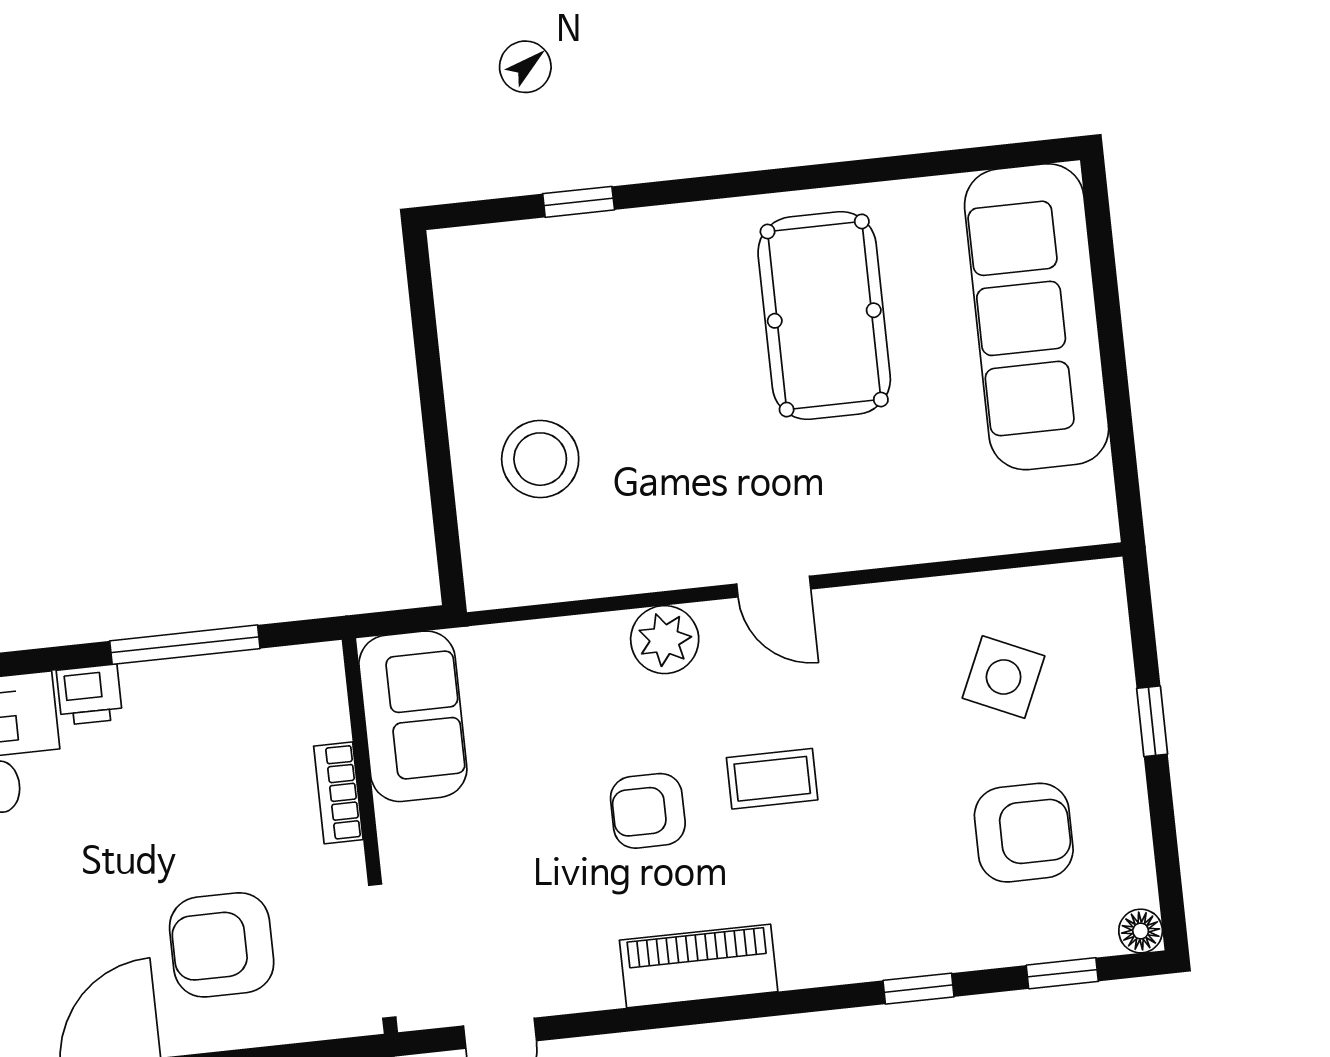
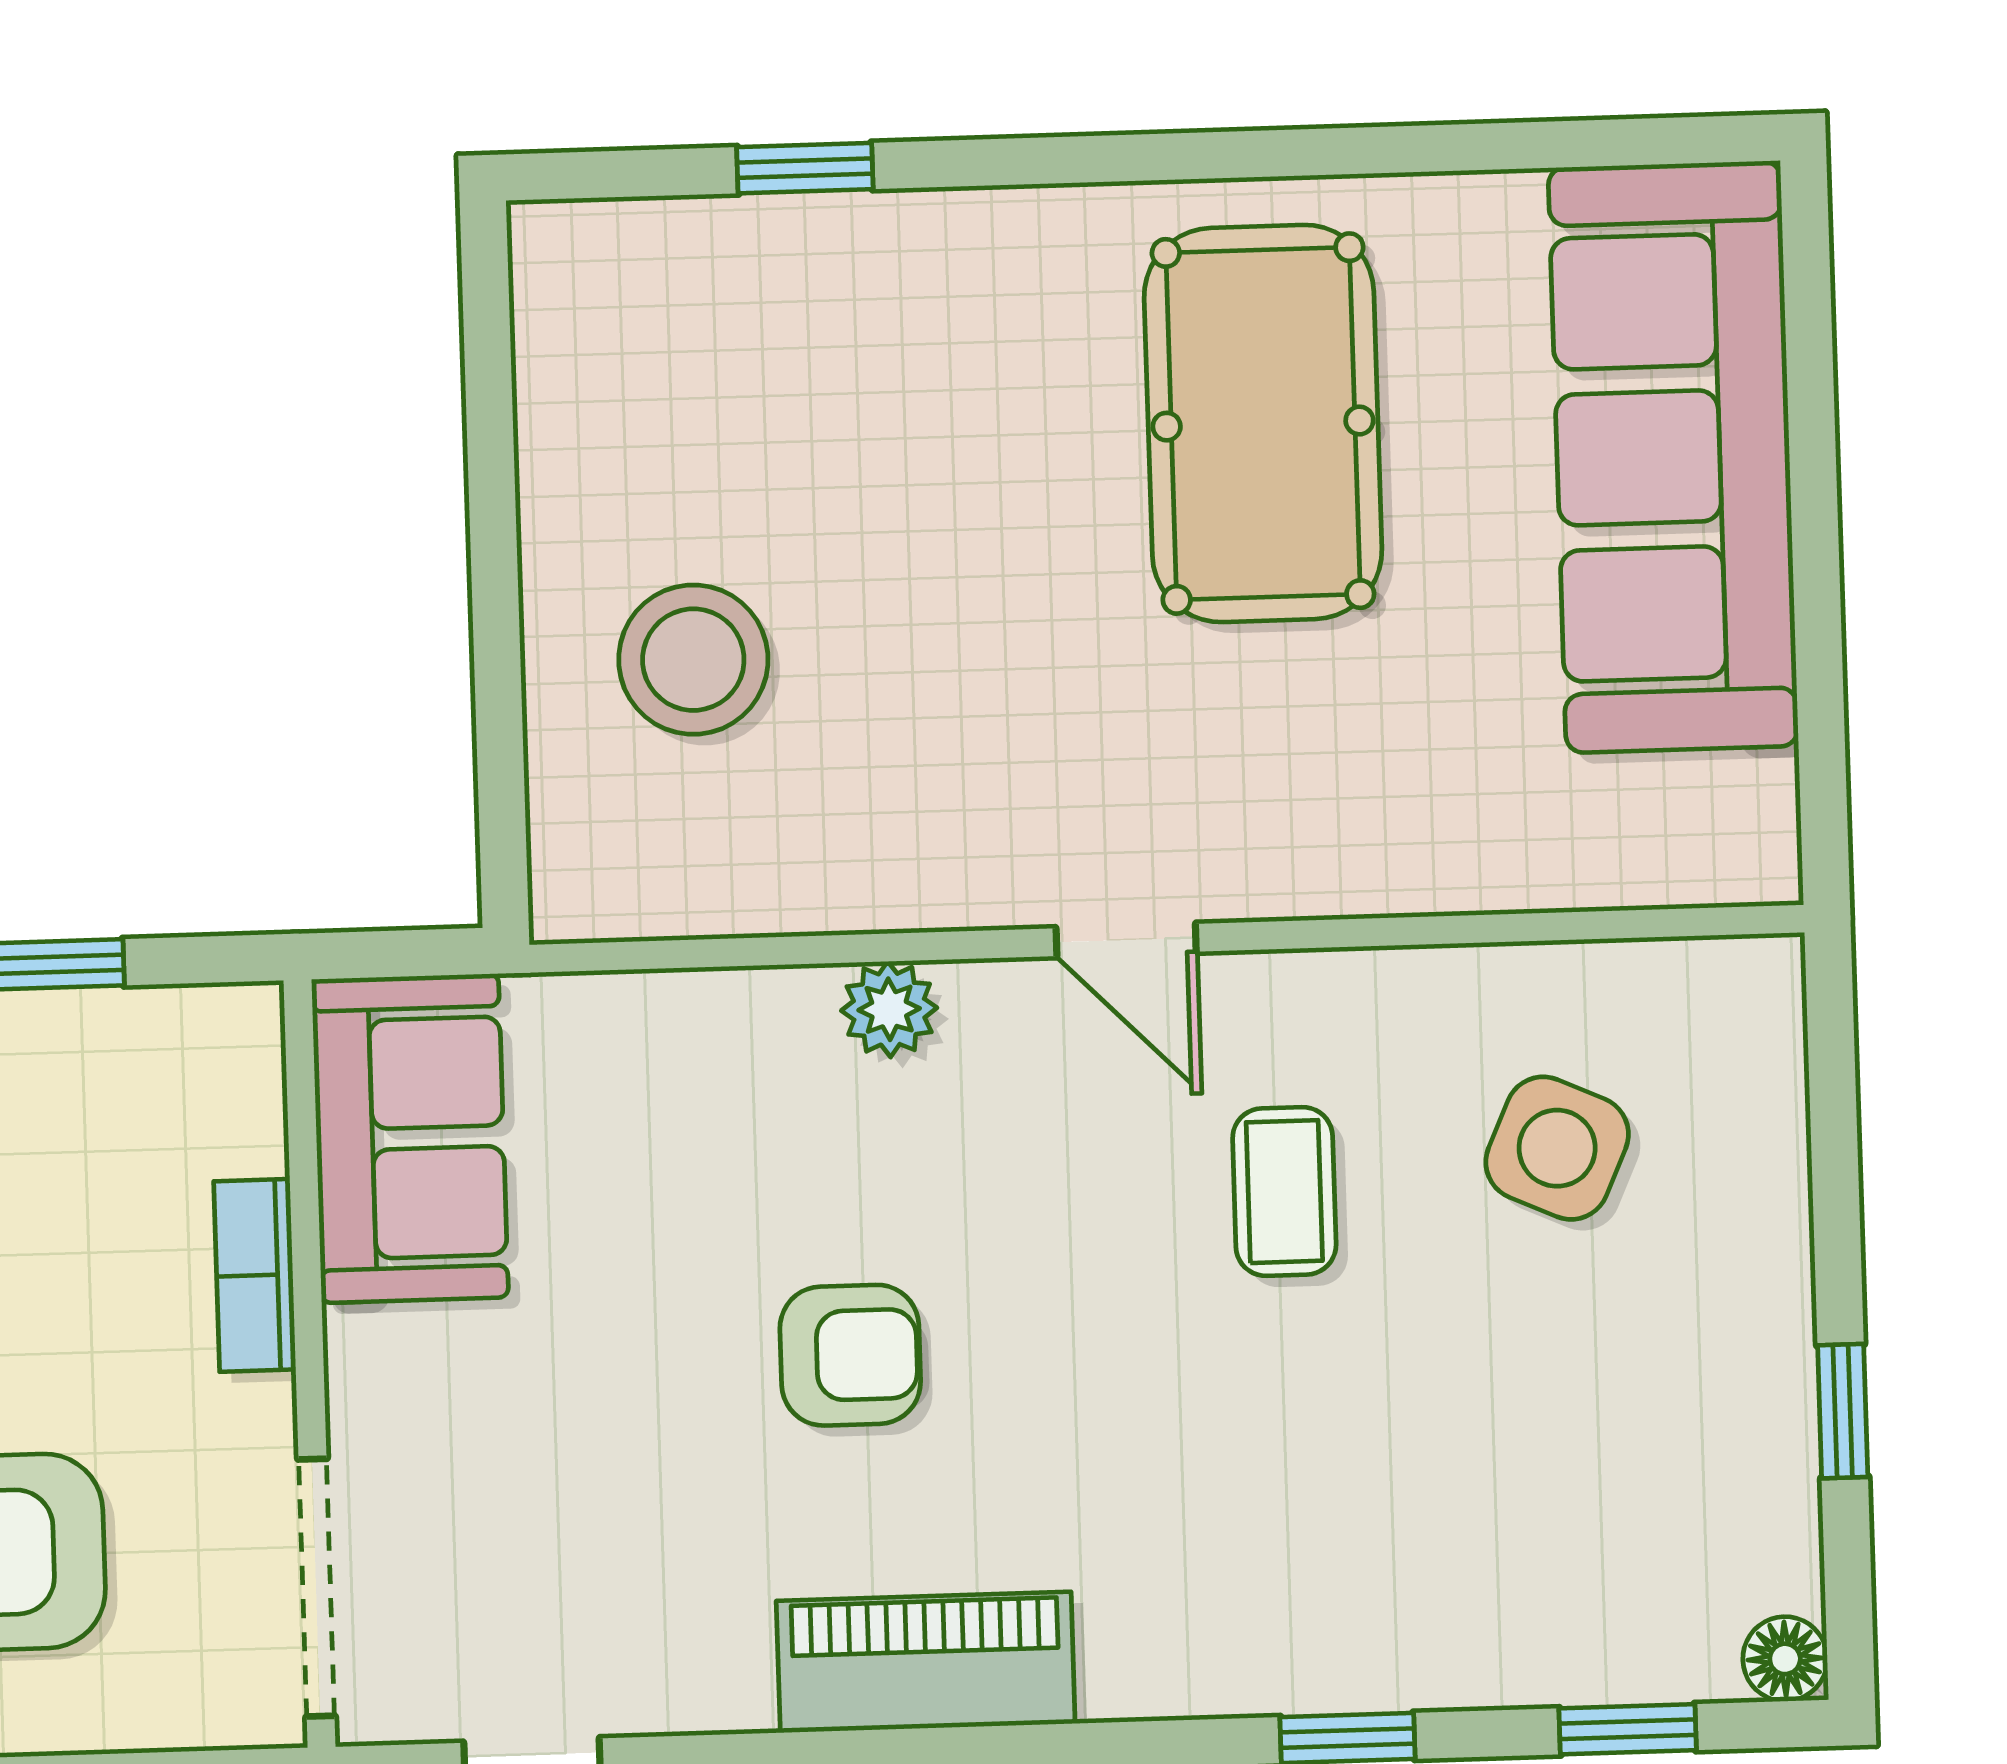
plant: (665, 640) -> (889, 1009), width x0.73, depth x0.73
window: (1152, 721) -> (1843, 1411), moved
coffee table: (772, 779) -> (1284, 1192), moved, turned 90
armchair: (648, 811) -> (850, 1355), turned 180
armchair: (1024, 833) -> (1573, 1452), removed

